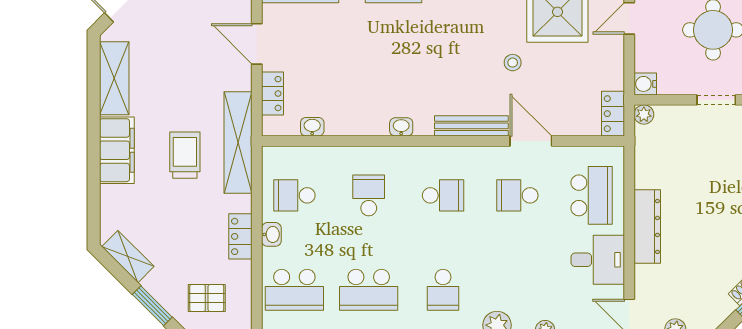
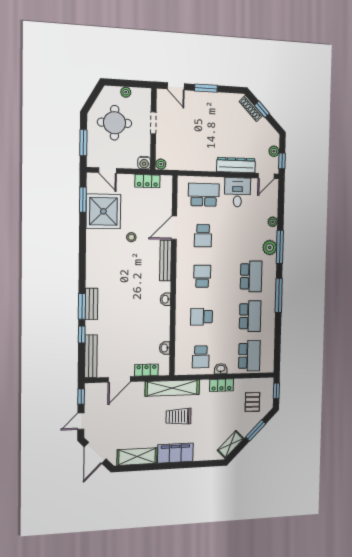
locker: (613, 114) -> (147, 181), moved
dresser: (647, 226) -> (236, 165), moved
school desk: (443, 290) -> (251, 276), width x1.85

